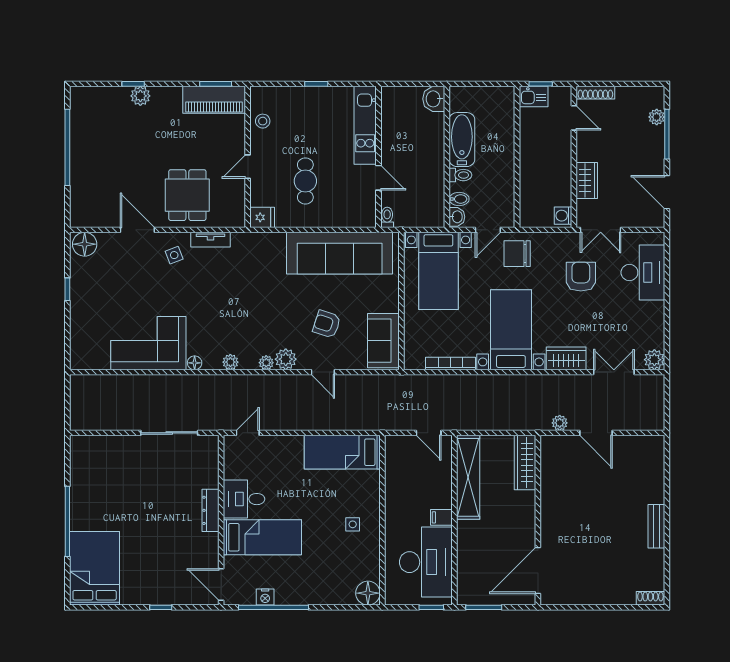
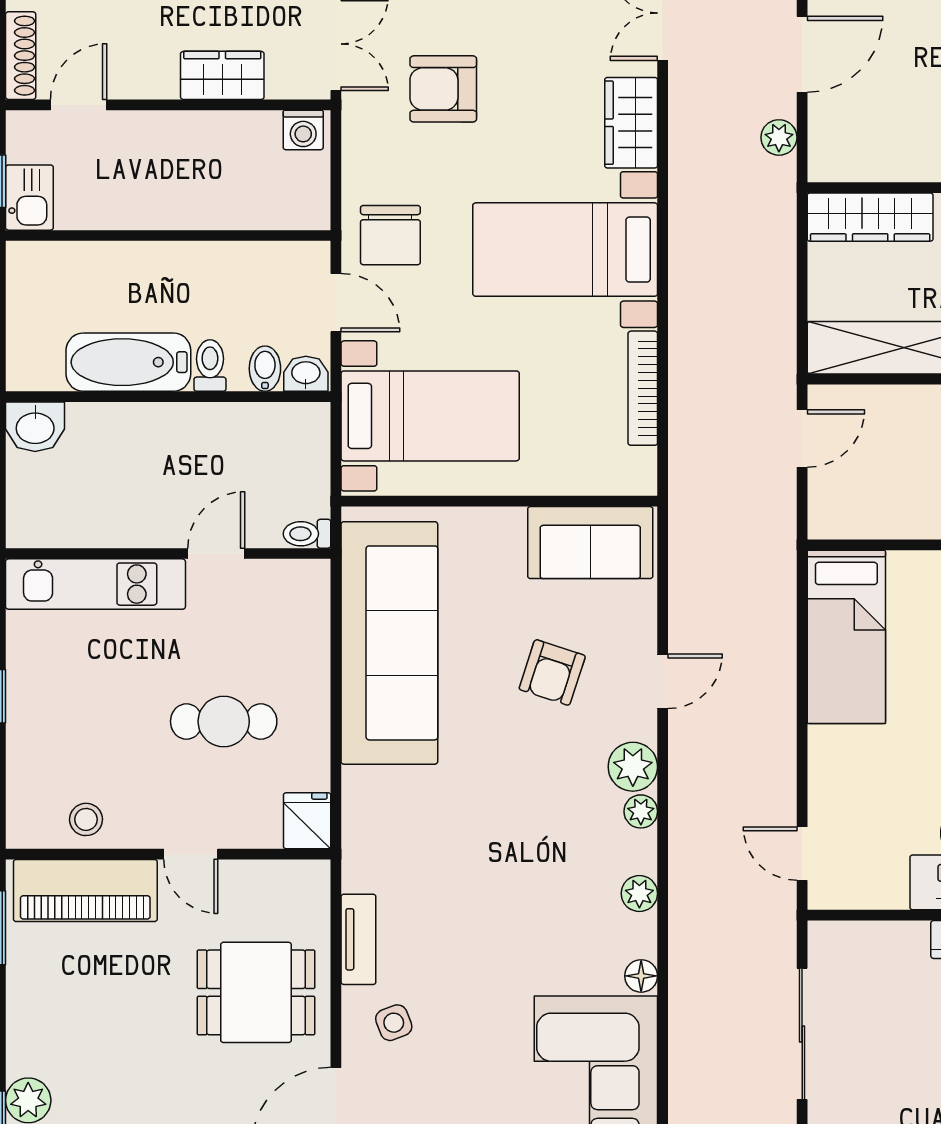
piano: (214, 100) -> (85, 891), moved, turned 90

